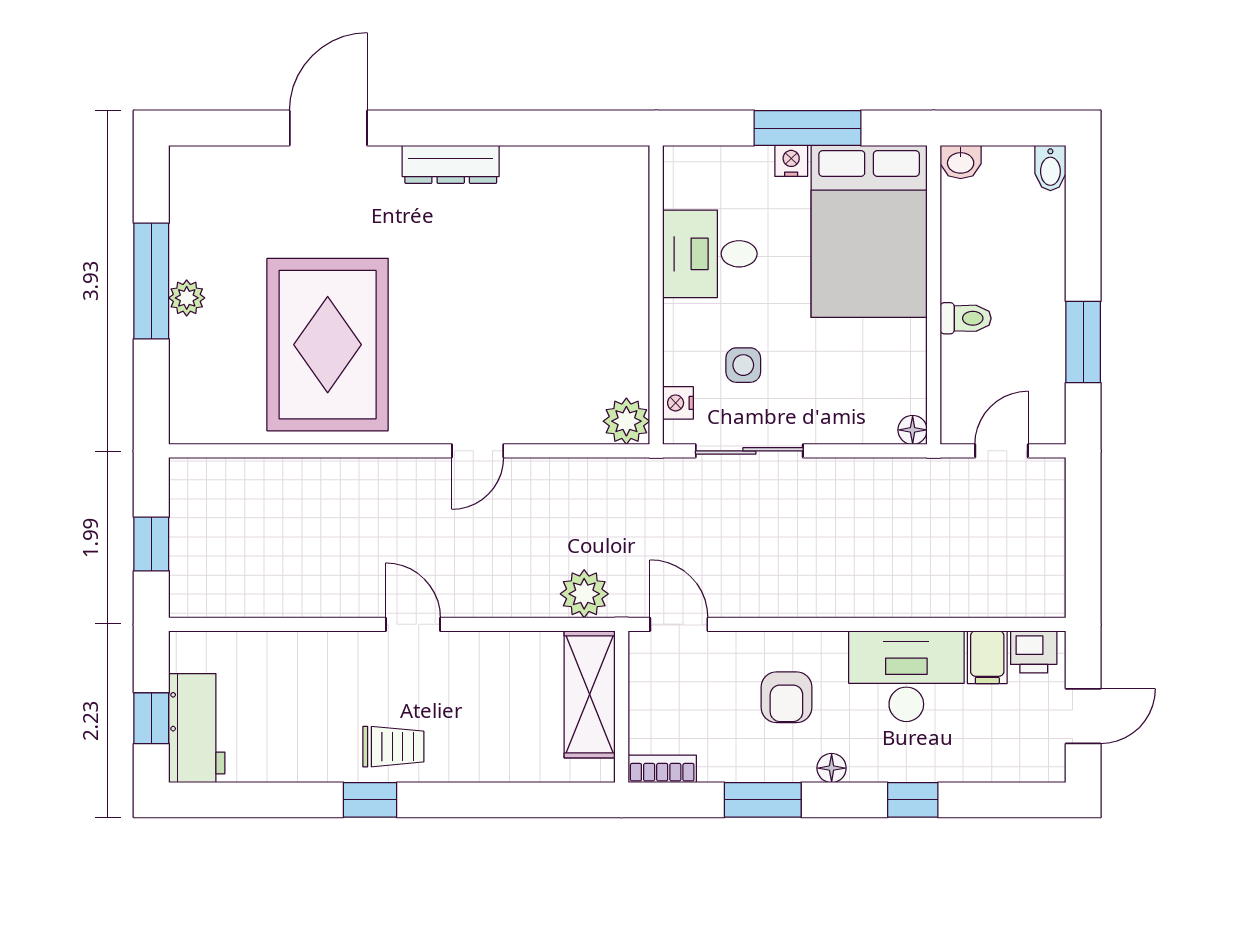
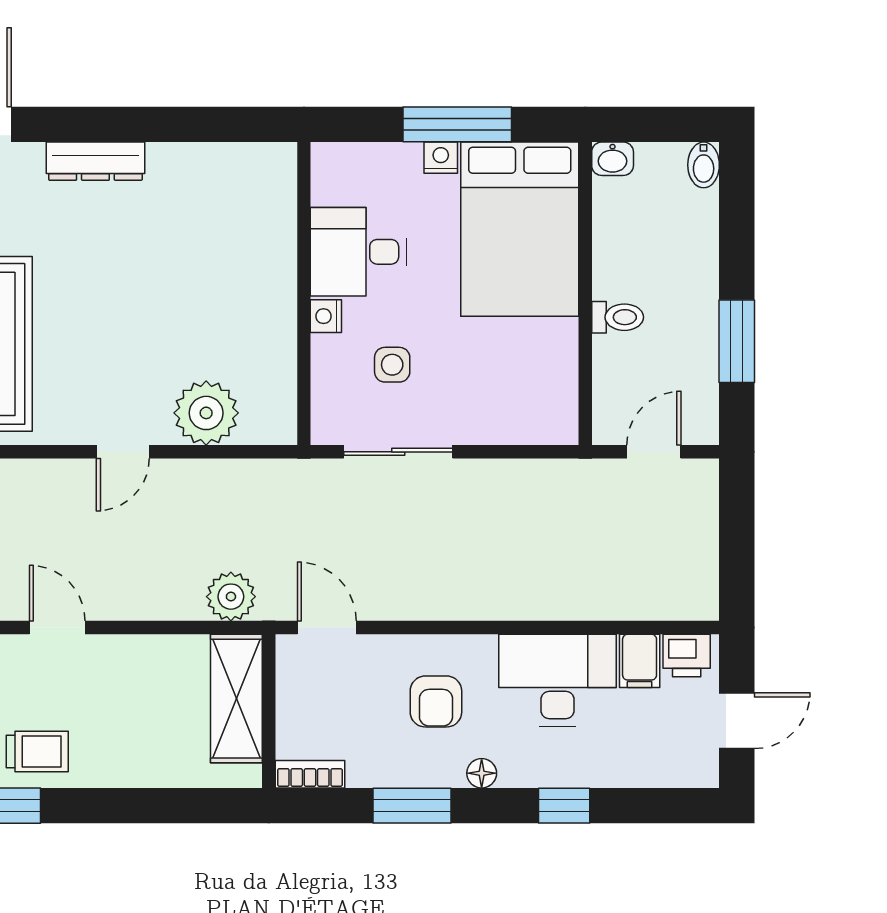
nightstand: (678, 403) -> (326, 316), moved
plant: (626, 421) -> (206, 413), moved, width x1.36, depth x1.36
floor lamp: (913, 430) -> (564, 430), removed

